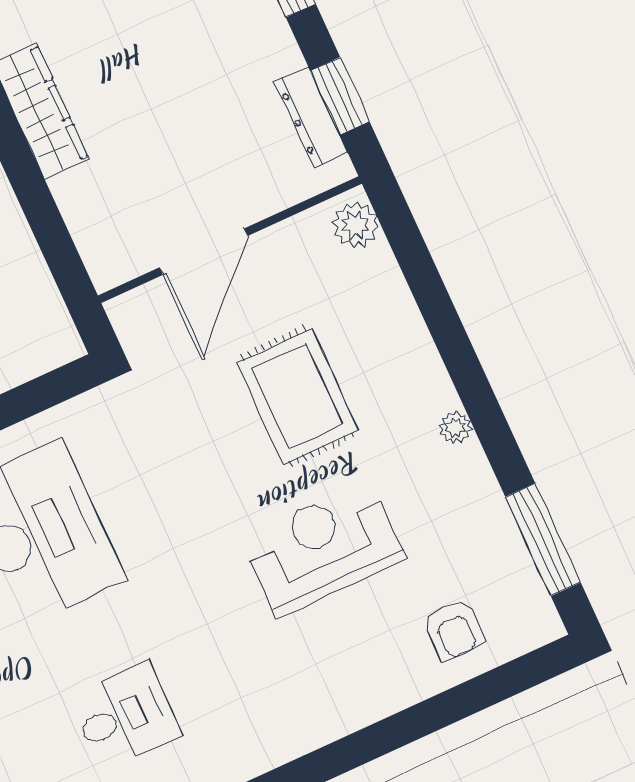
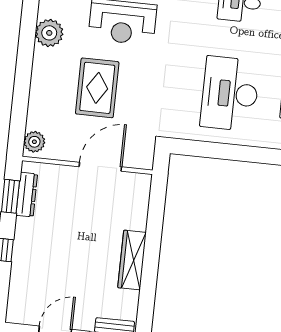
plant: (456, 427) -> (49, 33), width x1.88, depth x1.88

